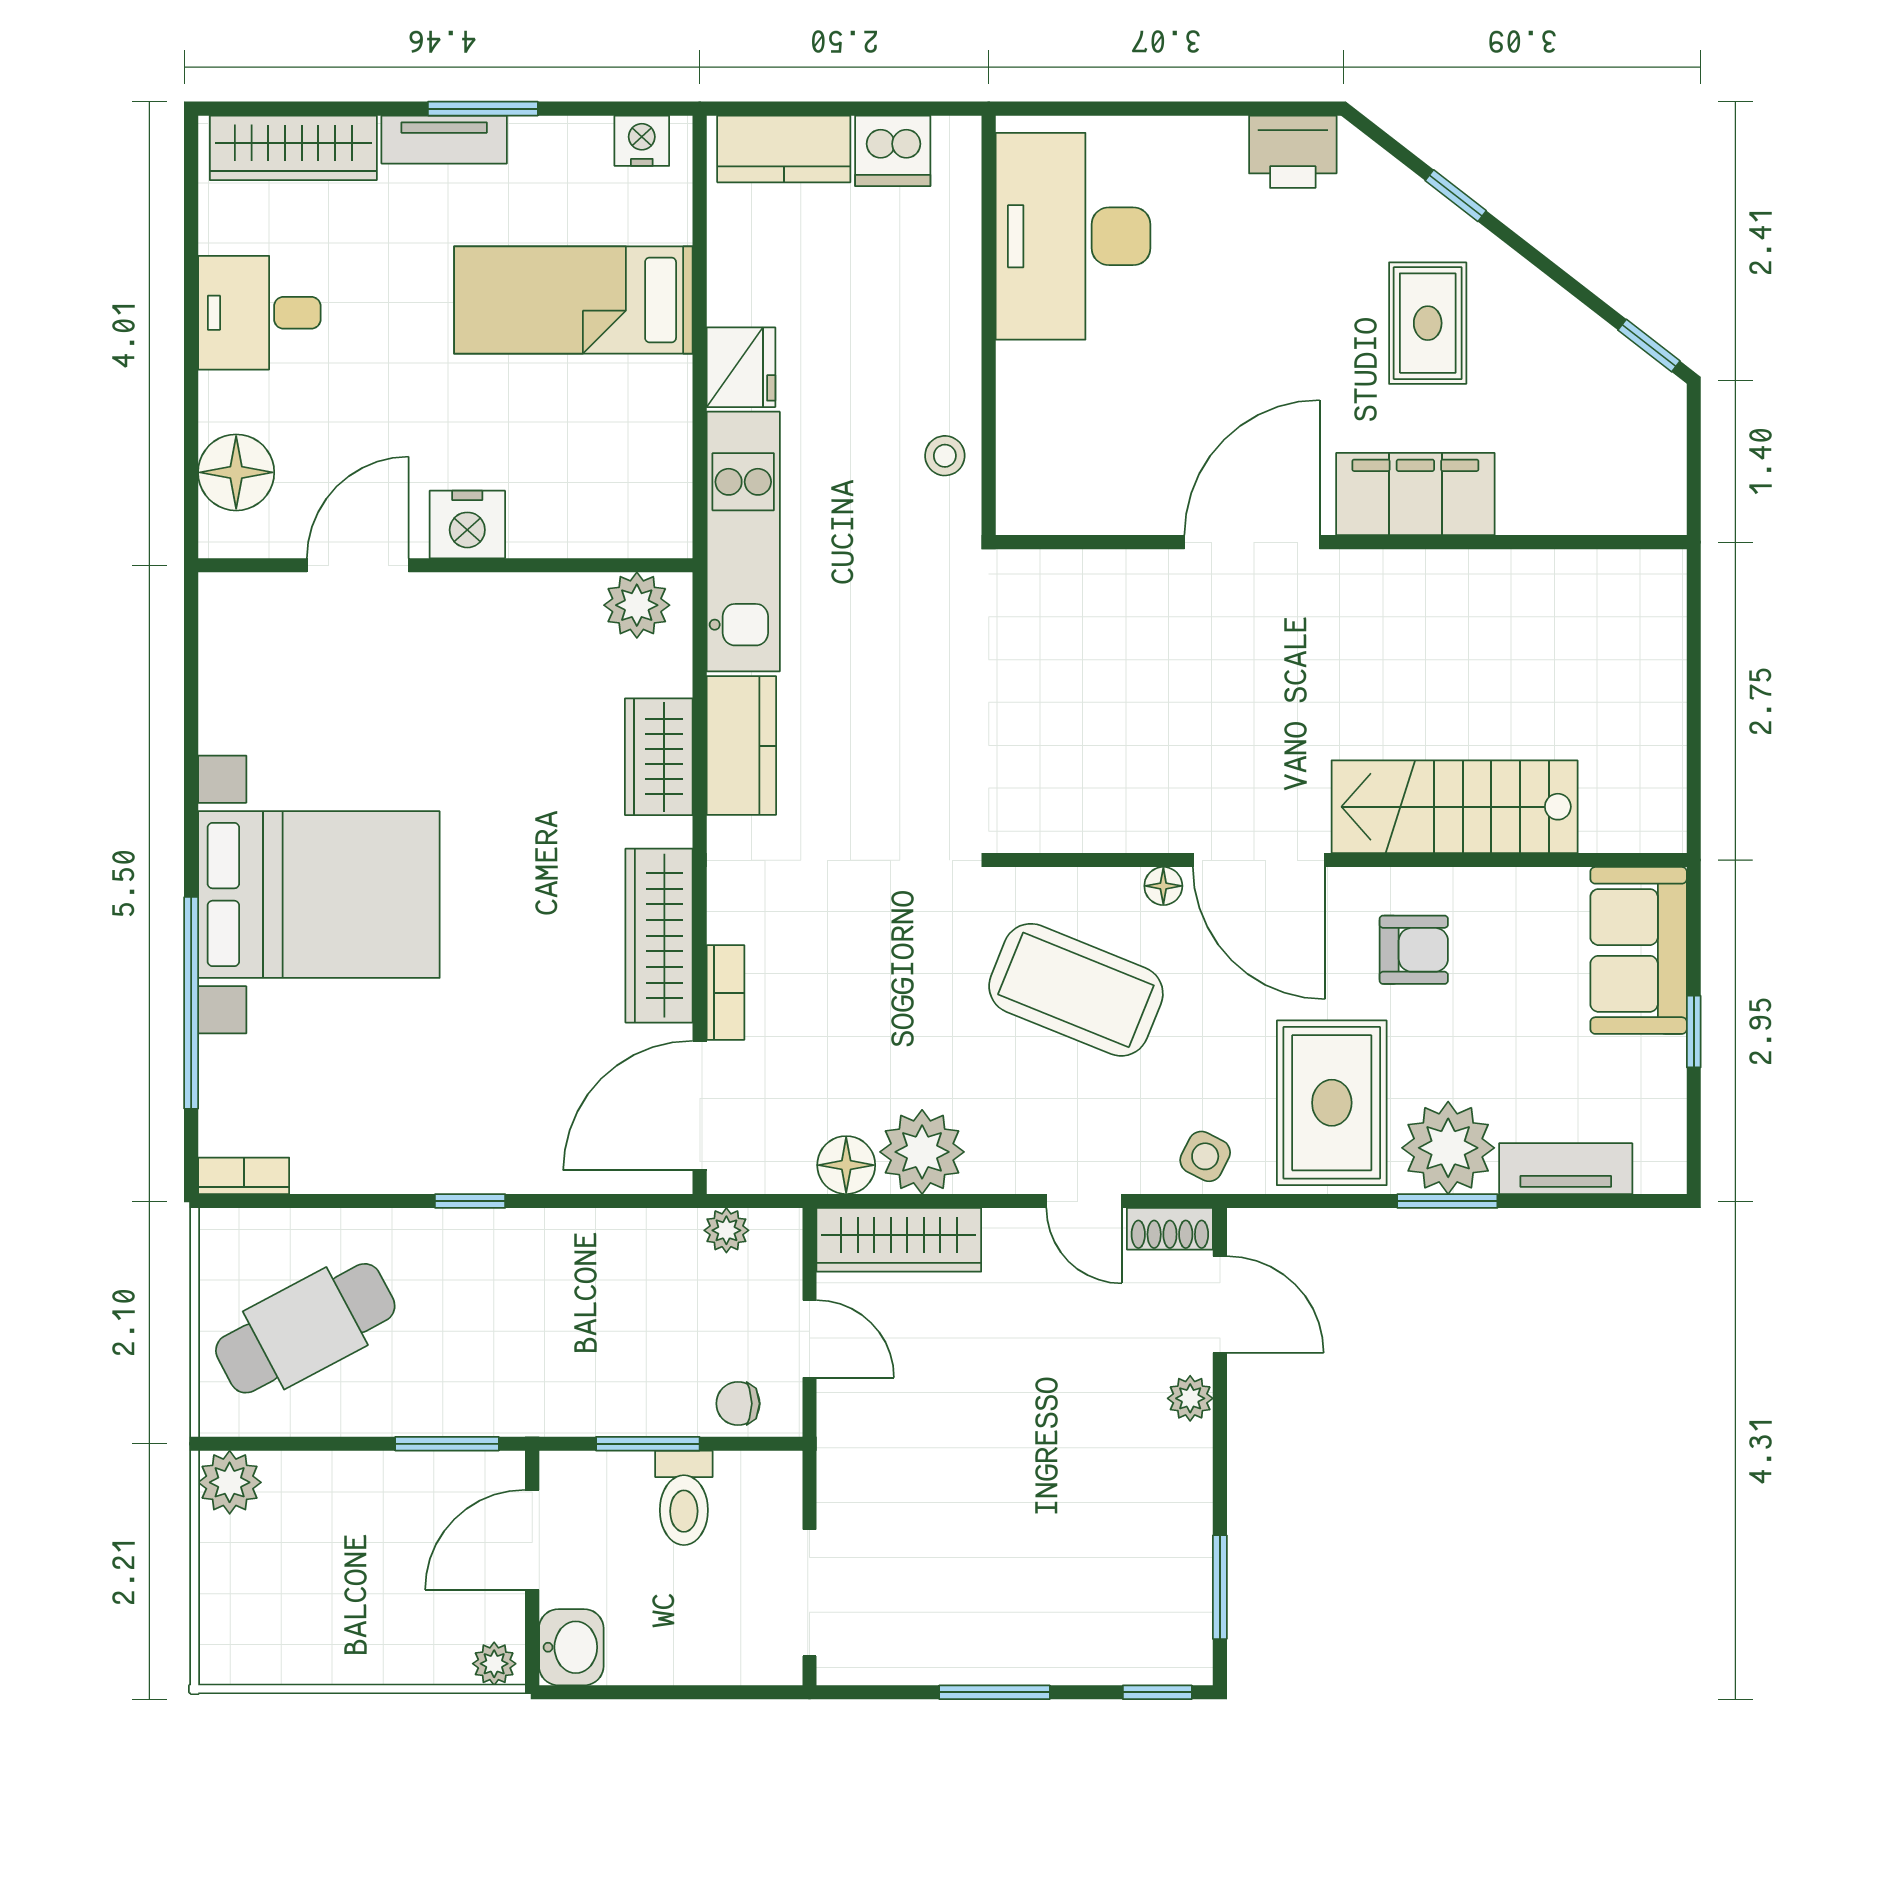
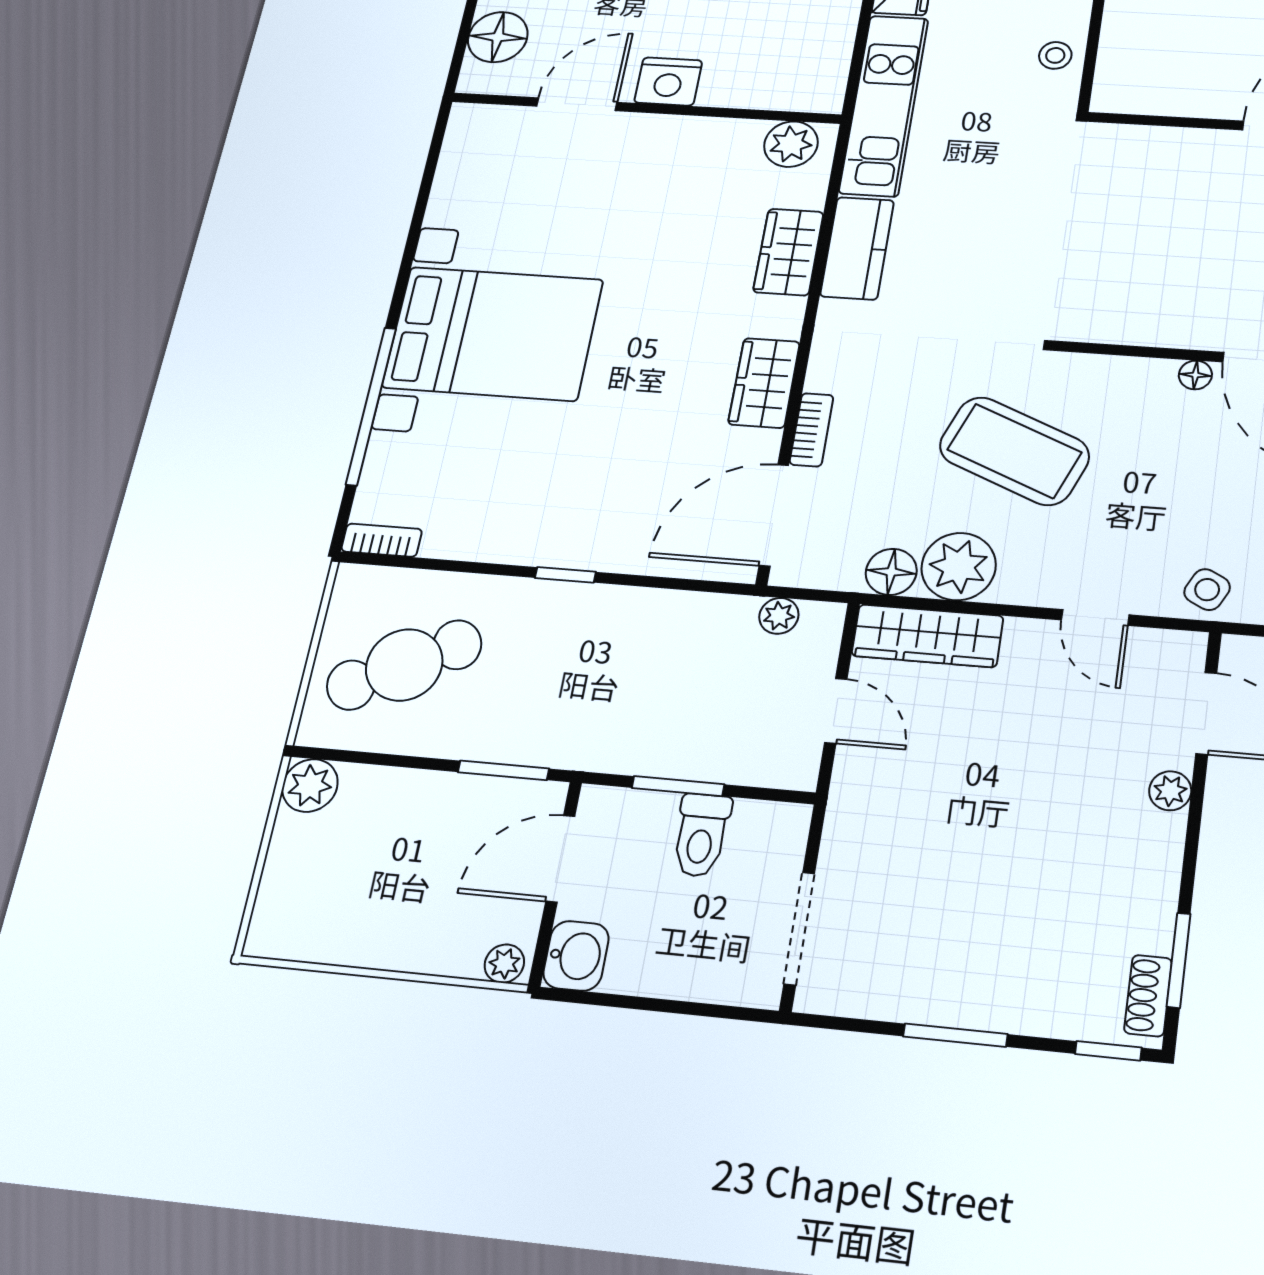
wardrobe: (659, 936) -> (764, 383), width x0.67
coffee table: (1076, 990) -> (1014, 451), moved
shoe rack: (1170, 1229) -> (1148, 996), moved, turned 90
chair: (738, 1404) -> (764, 759), removed

